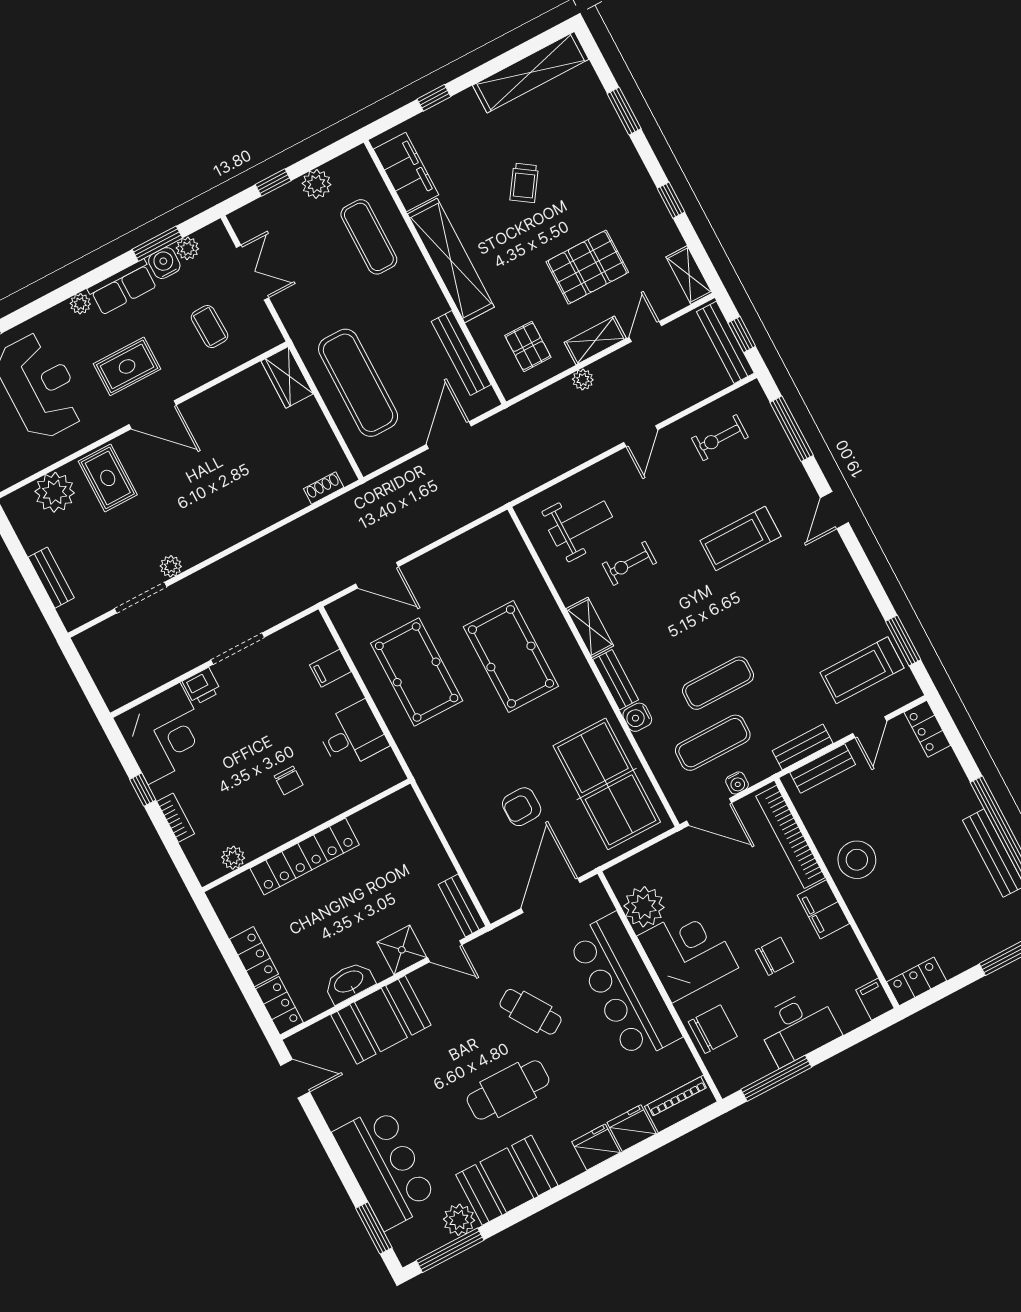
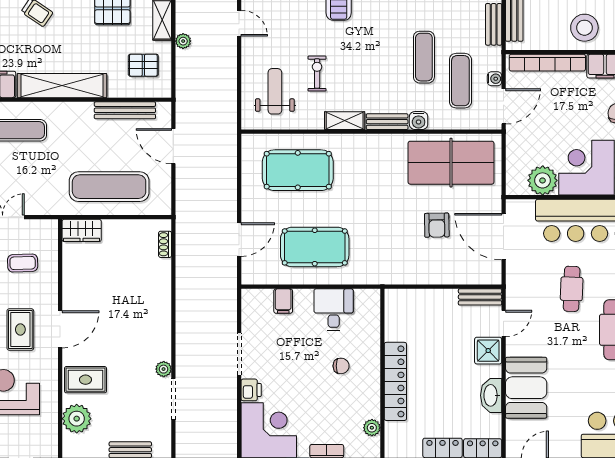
exercise bike: (629, 563) -> (317, 74), turned 180
pool table: (511, 656) -> (298, 170), moved
cafe table: (531, 1012) -> (572, 289), turned -55

